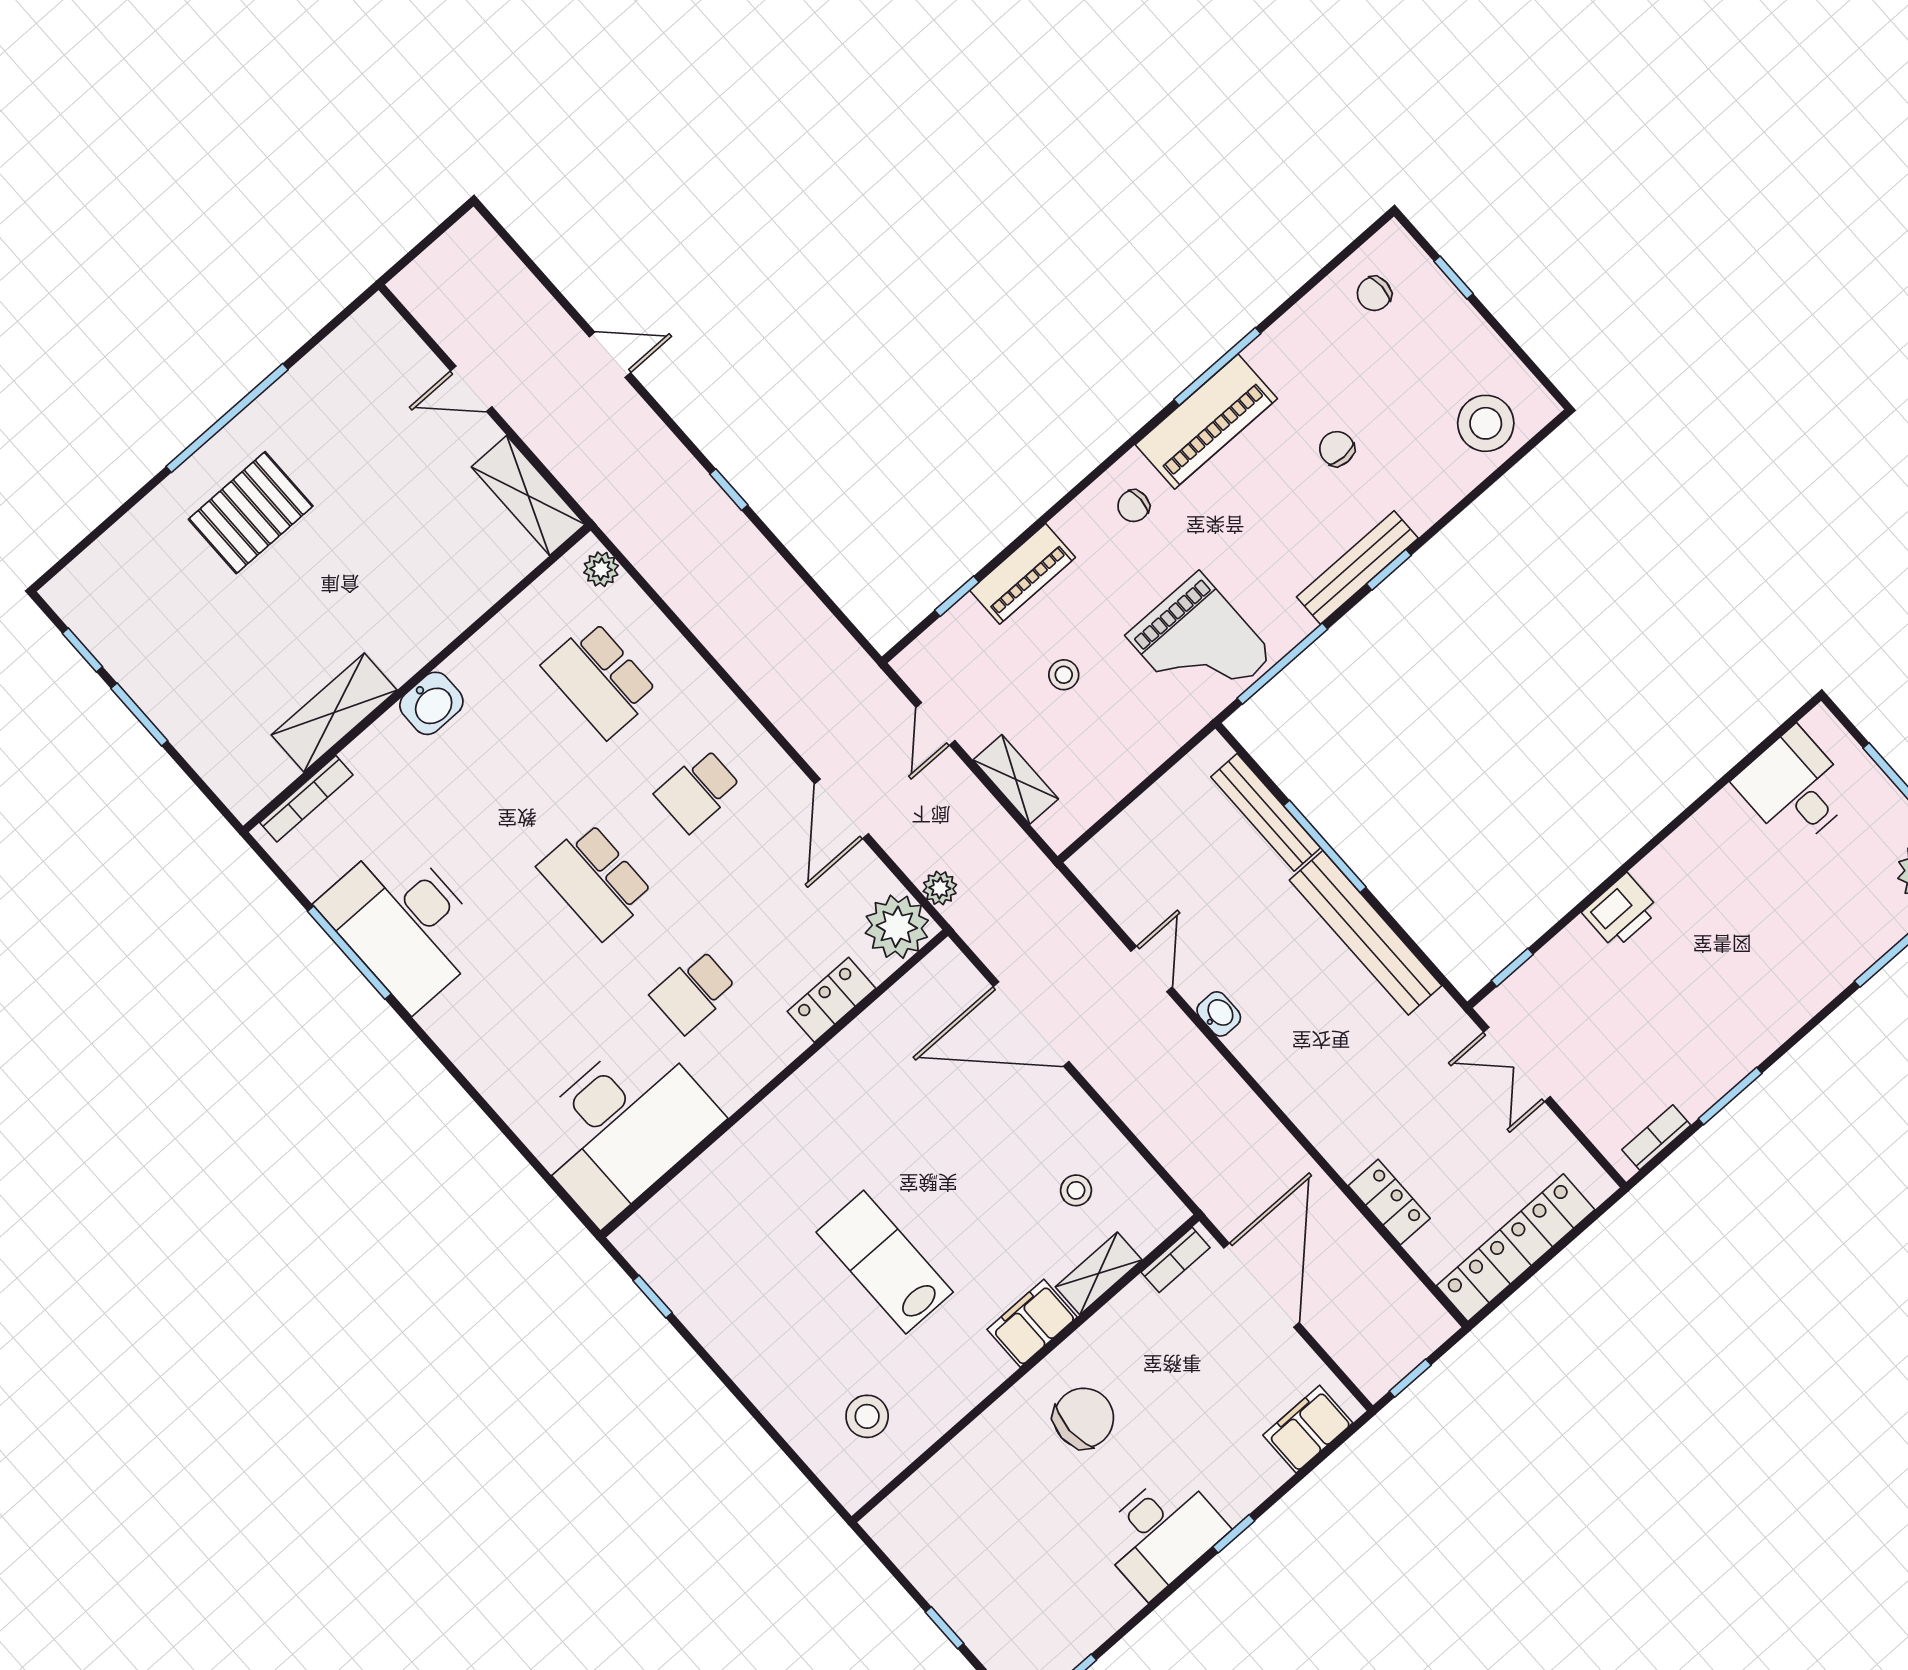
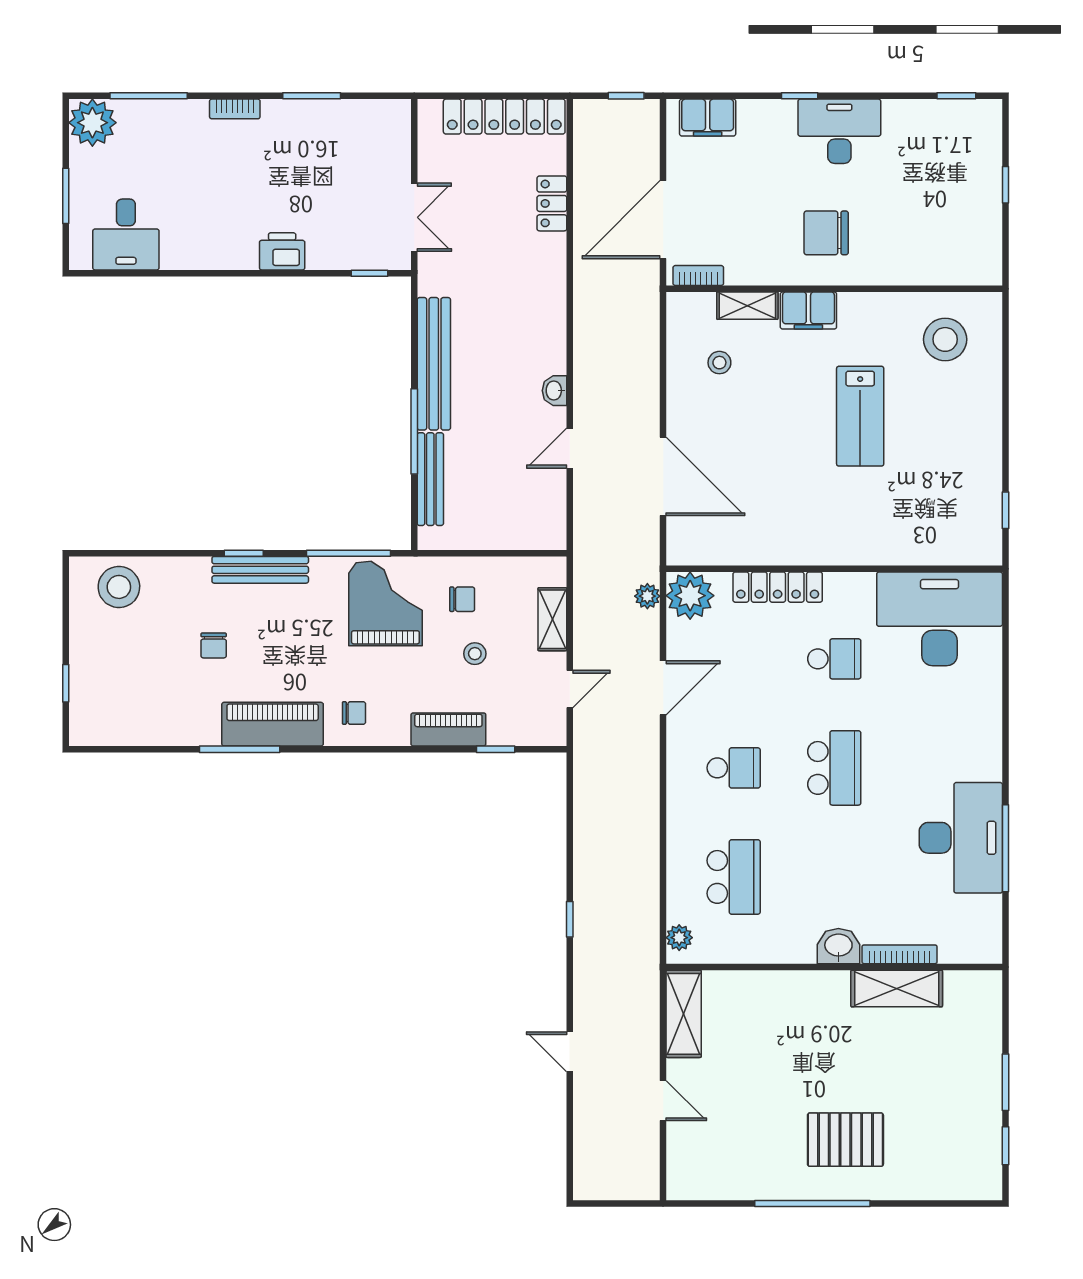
chair: (1374, 294) -> (462, 599), moved
bookcase: (306, 799) -> (900, 954), moved
locker: (831, 1000) -> (778, 587), width x1.53
bookcase: (1656, 1137) -> (235, 109), moved
stool: (867, 1416) -> (945, 339), width x1.38, depth x1.38

